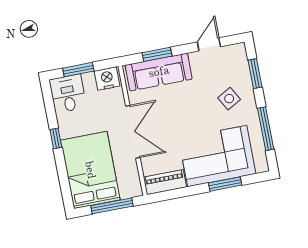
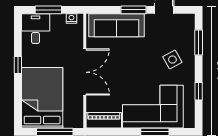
window: (157, 54) -> (133, 10), moved
nightstand: (107, 79) -> (71, 18), width x0.53, depth x0.56
window: (266, 129) -> (199, 91), width x0.46

